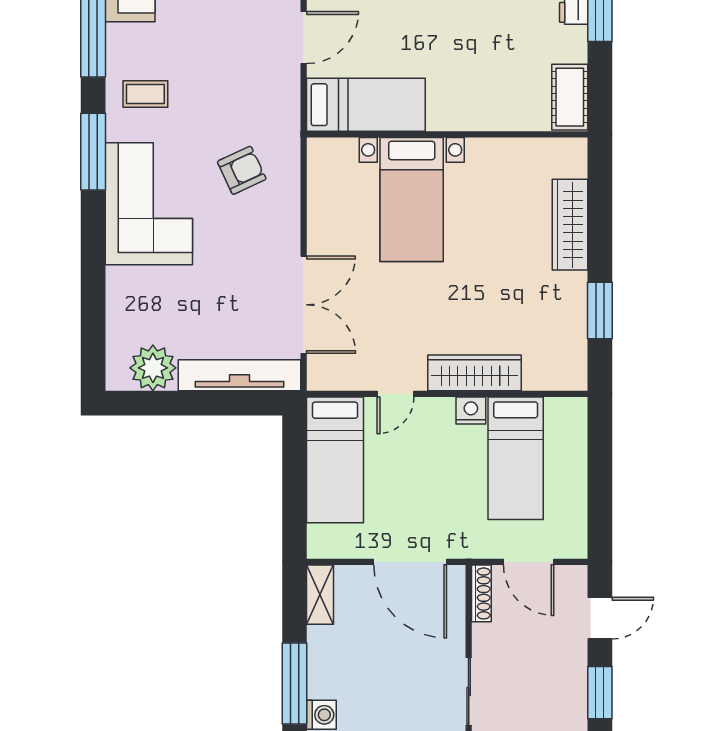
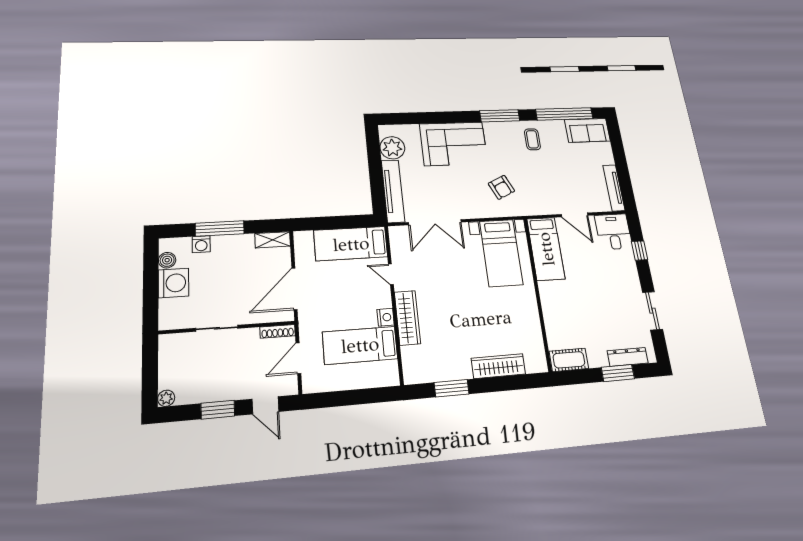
bed with nightstands: (412, 199) -> (501, 253), moved, turned -90
corner sofa: (149, 204) -> (454, 144), moved

